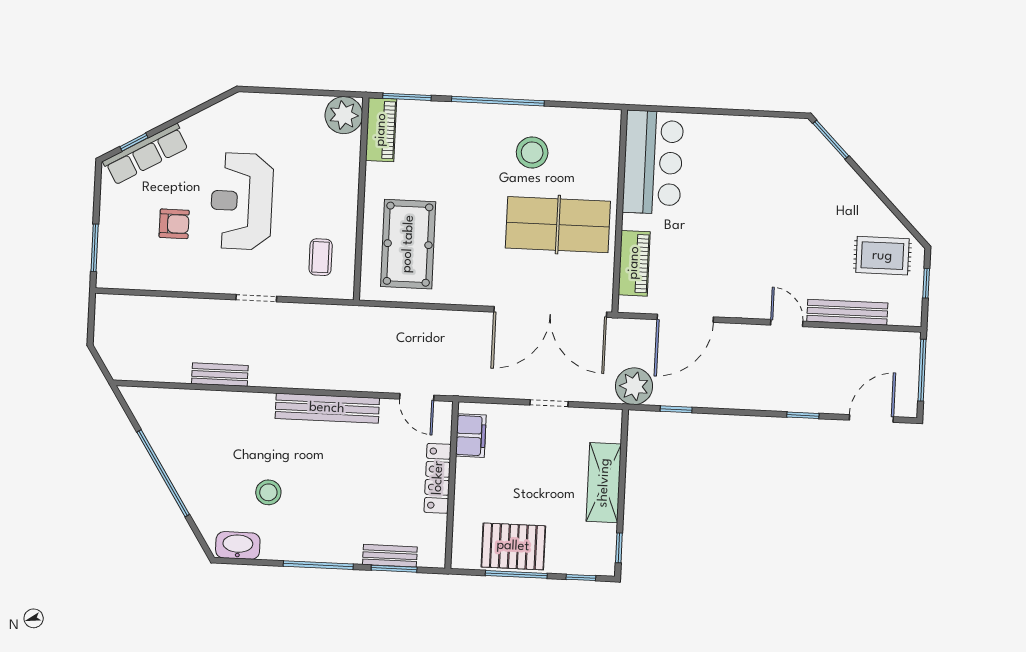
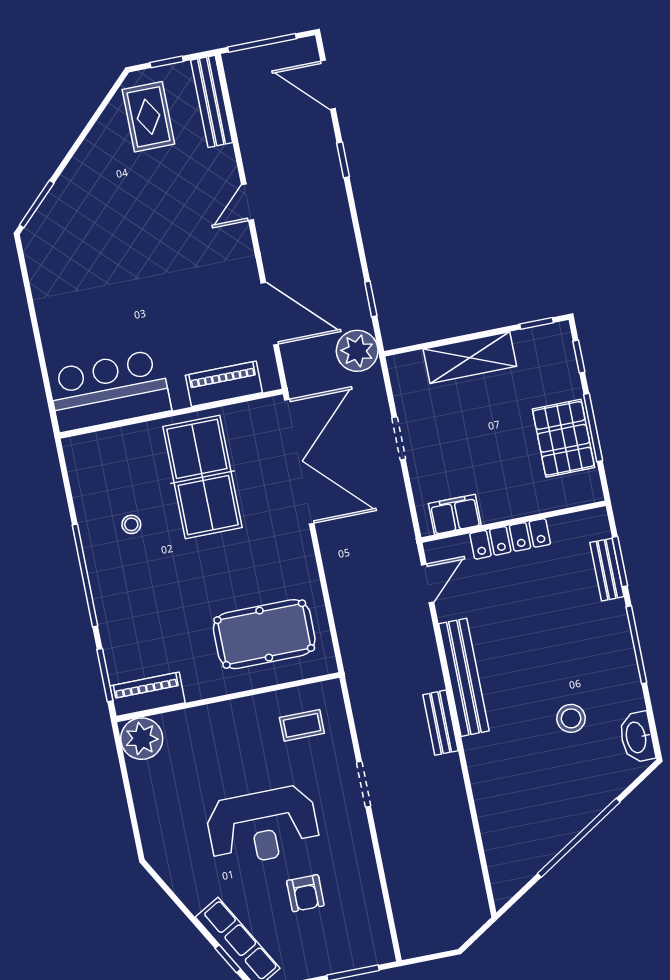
stool: (532, 152) -> (131, 524), width x0.53, depth x0.53
armchair: (174, 224) -> (305, 893), turned 180
bench: (847, 312) -> (212, 101), moved
bench: (220, 375) -> (440, 723), moved

